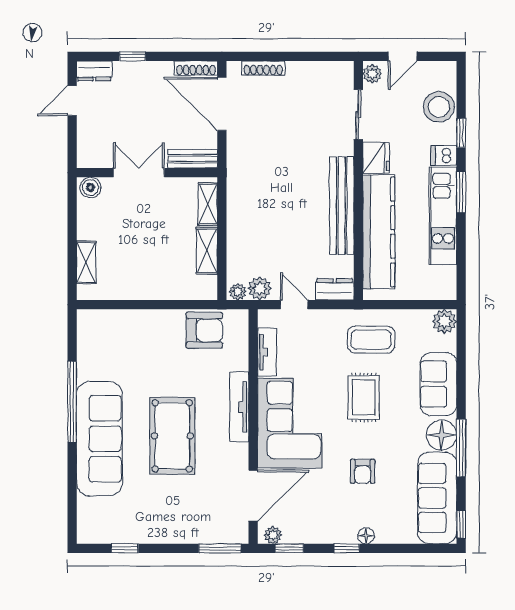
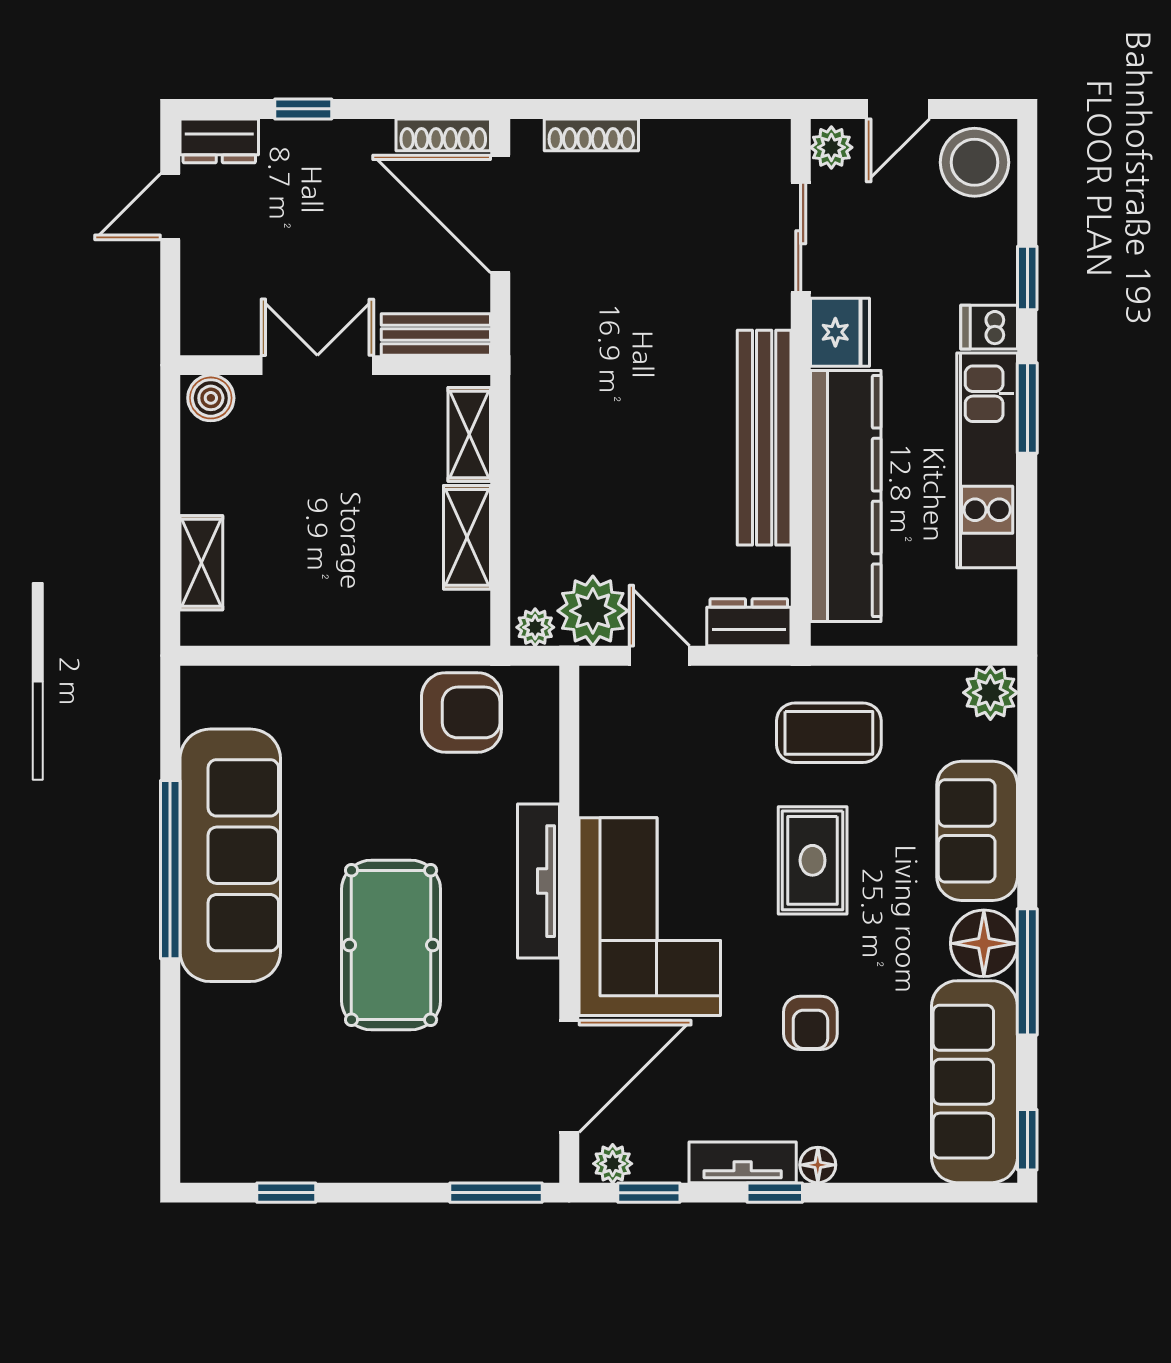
stool: (439, 107) -> (975, 162), moved
plant: (260, 288) -> (593, 611), width x1.36, depth x1.36
tv unit: (267, 352) -> (743, 1162), moved, turned -90
sofa: (99, 439) -> (230, 855), moved

